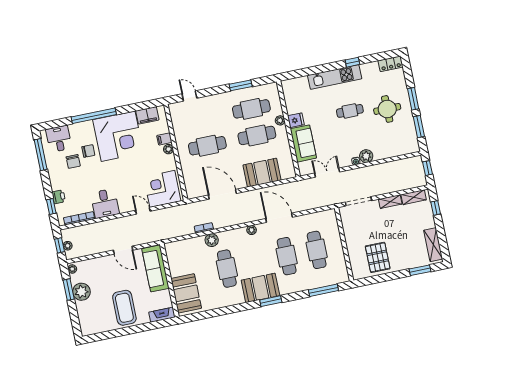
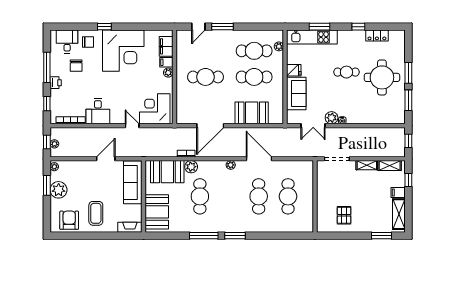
locker: (391, 64) -> (377, 36), moved
window: (313, 70) -> (319, 27), added
kitchen unit: (335, 77) -> (312, 37), moved
window: (241, 85) -> (223, 27), moved
door: (189, 96) -> (198, 27), swing flipped
round table: (387, 109) -> (382, 77), width x1.36, depth x1.36
filing cabinet: (147, 115) -> (166, 46), moved, turned 90
window: (94, 116) -> (104, 27), width x0.32
plant: (280, 120) -> (279, 46), moved
chair: (88, 151) -> (88, 42), moved
window: (41, 155) -> (47, 67), moved
plant: (366, 156) -> (332, 118), moved
double door: (327, 173) -> (313, 126), swing flipped
door: (222, 194) -> (210, 126), swing flipped
printer: (59, 197) -> (56, 83), moved
filing cabinet: (428, 223) -> (398, 193), added
door: (123, 250) -> (106, 159), swing flipped
pallet: (378, 257) -> (344, 215), width x0.67, depth x0.71
booth: (260, 288) -> (167, 172), moved
window: (323, 290) -> (204, 236), moved
coffee table: (124, 308) -> (96, 213), width x0.73, depth x0.76
armchair: (99, 320) -> (69, 220), added

